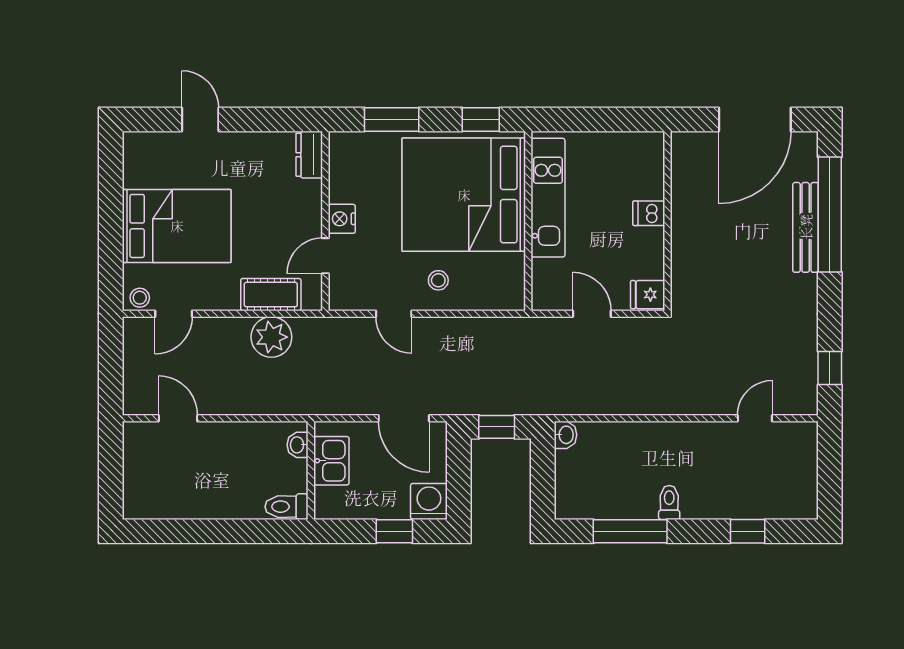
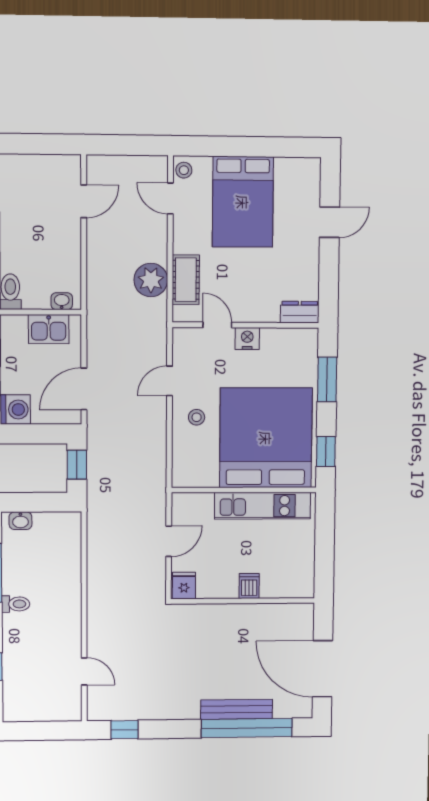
washbasin: (566, 435) -> (20, 521), moved

